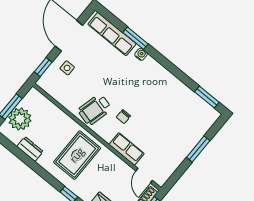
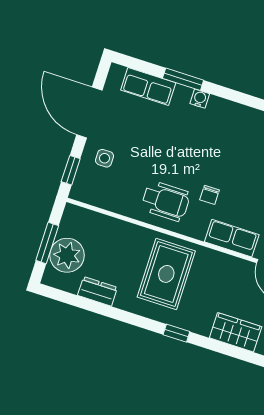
row of seats: (112, 34) -> (148, 86), width x0.68
wheelchair: (95, 110) -> (166, 201), turned -104

